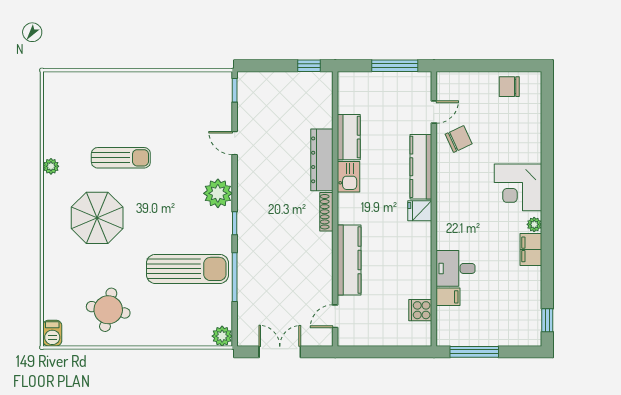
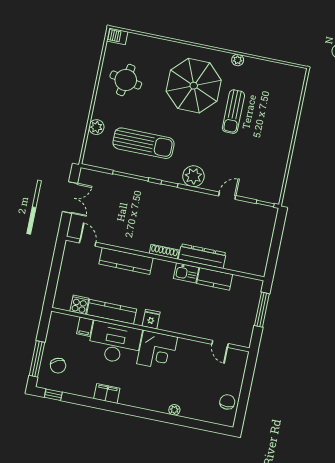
window: (309, 66) -> (272, 261), removed
window: (395, 66) -> (262, 310), moved
chair: (459, 139) -> (58, 366), moved
kitchen counter: (421, 167) -> (112, 312), moved
corner desk: (518, 187) -> (157, 350), moved, turned 180
parasol: (97, 218) -> (194, 86), width x1.36, depth x1.36
plant: (534, 224) -> (174, 410), moved
desk: (456, 268) -> (115, 343), width x1.87, depth x1.30
sun lounger: (188, 269) -> (143, 143), turned -90
plant: (222, 336) -> (96, 127), moved
window: (474, 352) -> (37, 359), moved

